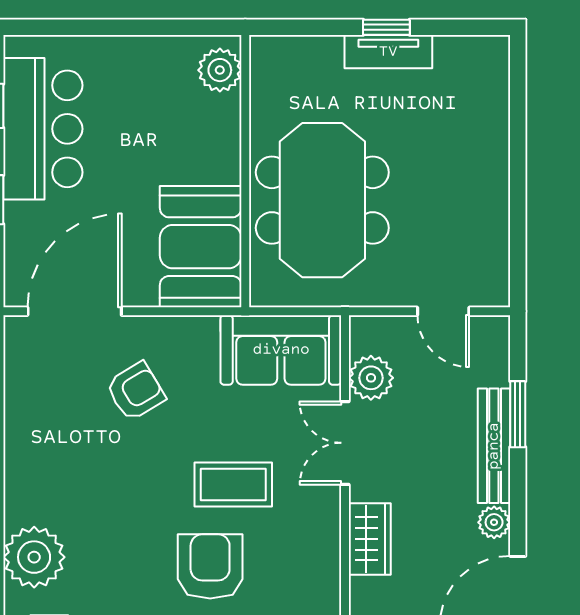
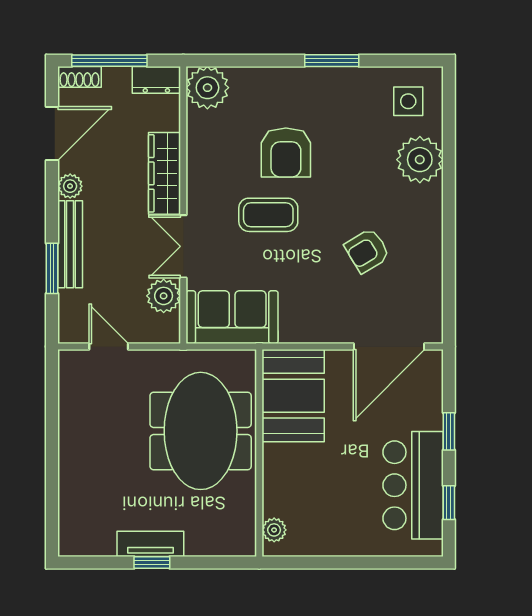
plant: (220, 70) -> (274, 530), width x0.73, depth x0.73
armchair: (136, 391) -> (367, 251), moved
double door: (345, 443) -> (183, 246), swing flipped
wardrobe: (370, 539) -> (165, 173), width x1.50

